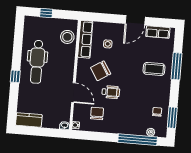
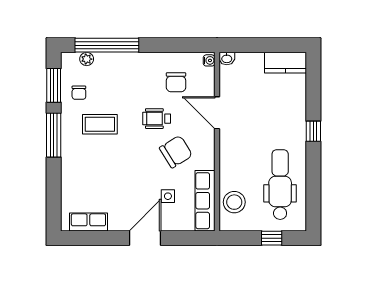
door: (135, 20) -> (145, 238), moved
dental chair: (37, 62) -> (280, 185), moved
window: (177, 66) -> (54, 135), moved
coffee table: (154, 69) -> (100, 124), moved

